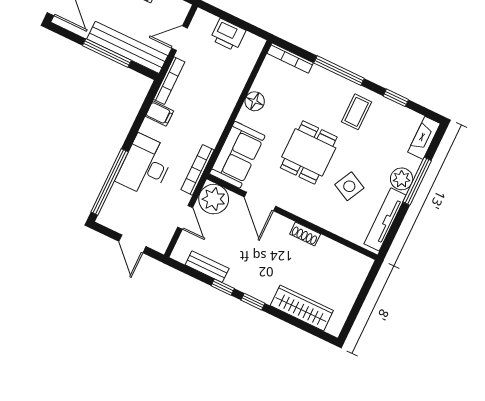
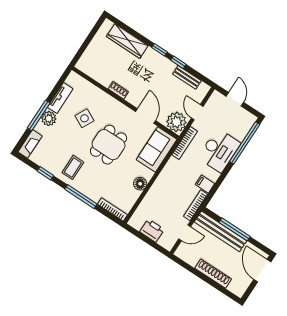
tv unit: (385, 219) -> (60, 98), width x0.71

